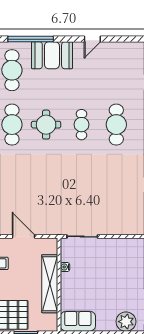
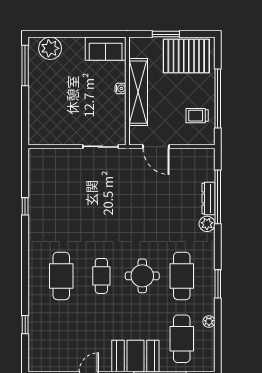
door: (23, 237) -> (156, 147), moved
water cooler: (65, 267) -> (121, 88), moved

